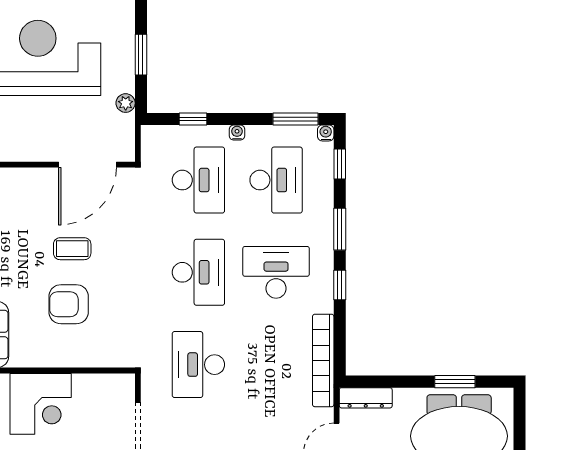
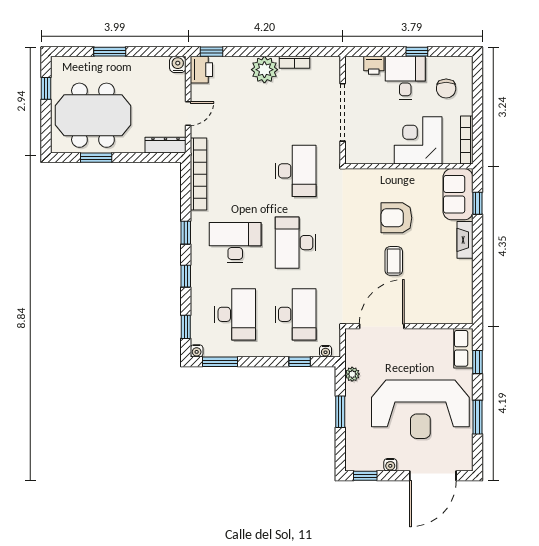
water cooler: (237, 133) -> (326, 351), moved
desk: (198, 180) -> (296, 314), turned 180
desk: (276, 180) -> (235, 314), turned 180
window: (340, 229) -> (186, 276), width x0.67
coffee table: (72, 249) -> (394, 261), turned 90
desk: (276, 272) -> (235, 243), turned 180
armchair: (69, 304) -> (396, 218), turned 180

